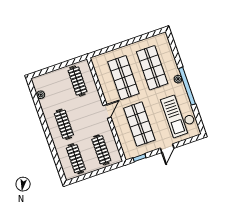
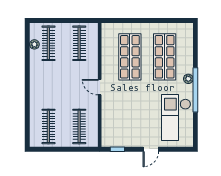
door: (107, 111) -> (100, 87), swing flipped
clothes rail: (64, 124) -> (48, 43), moved
shop shelf: (139, 124) -> (130, 113), removed

